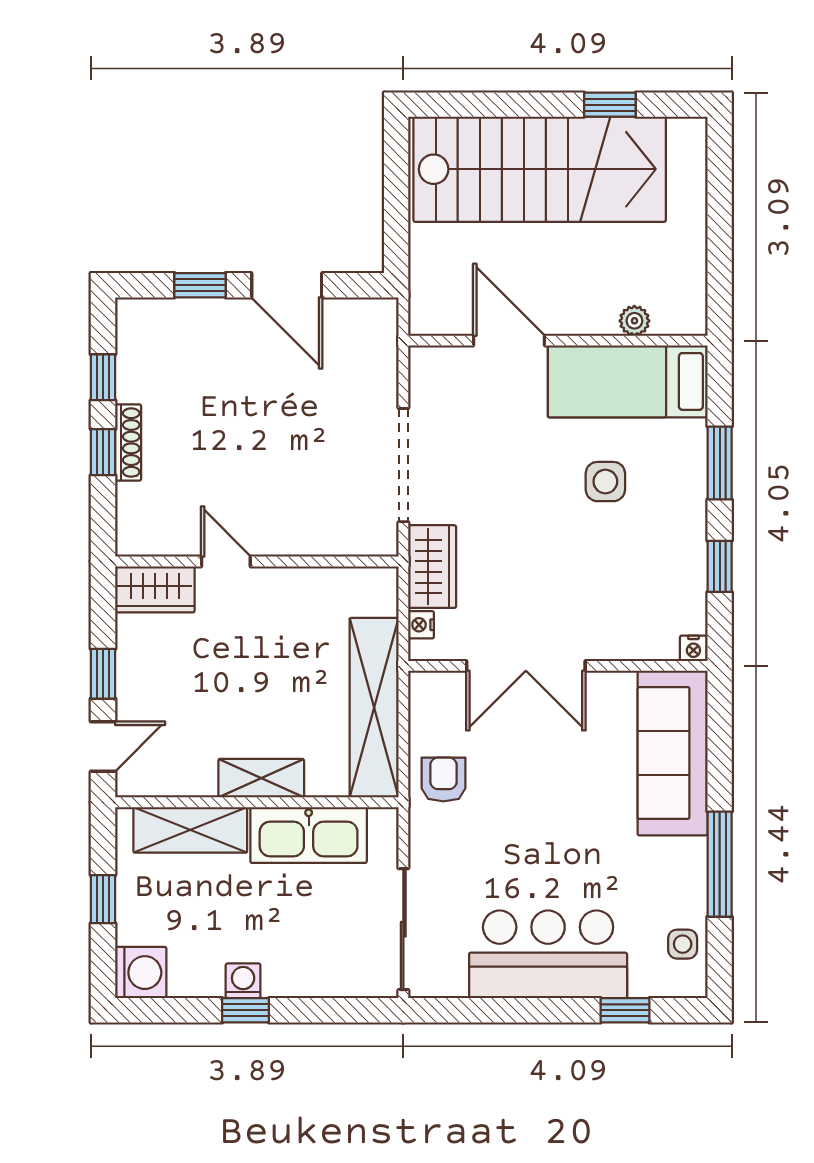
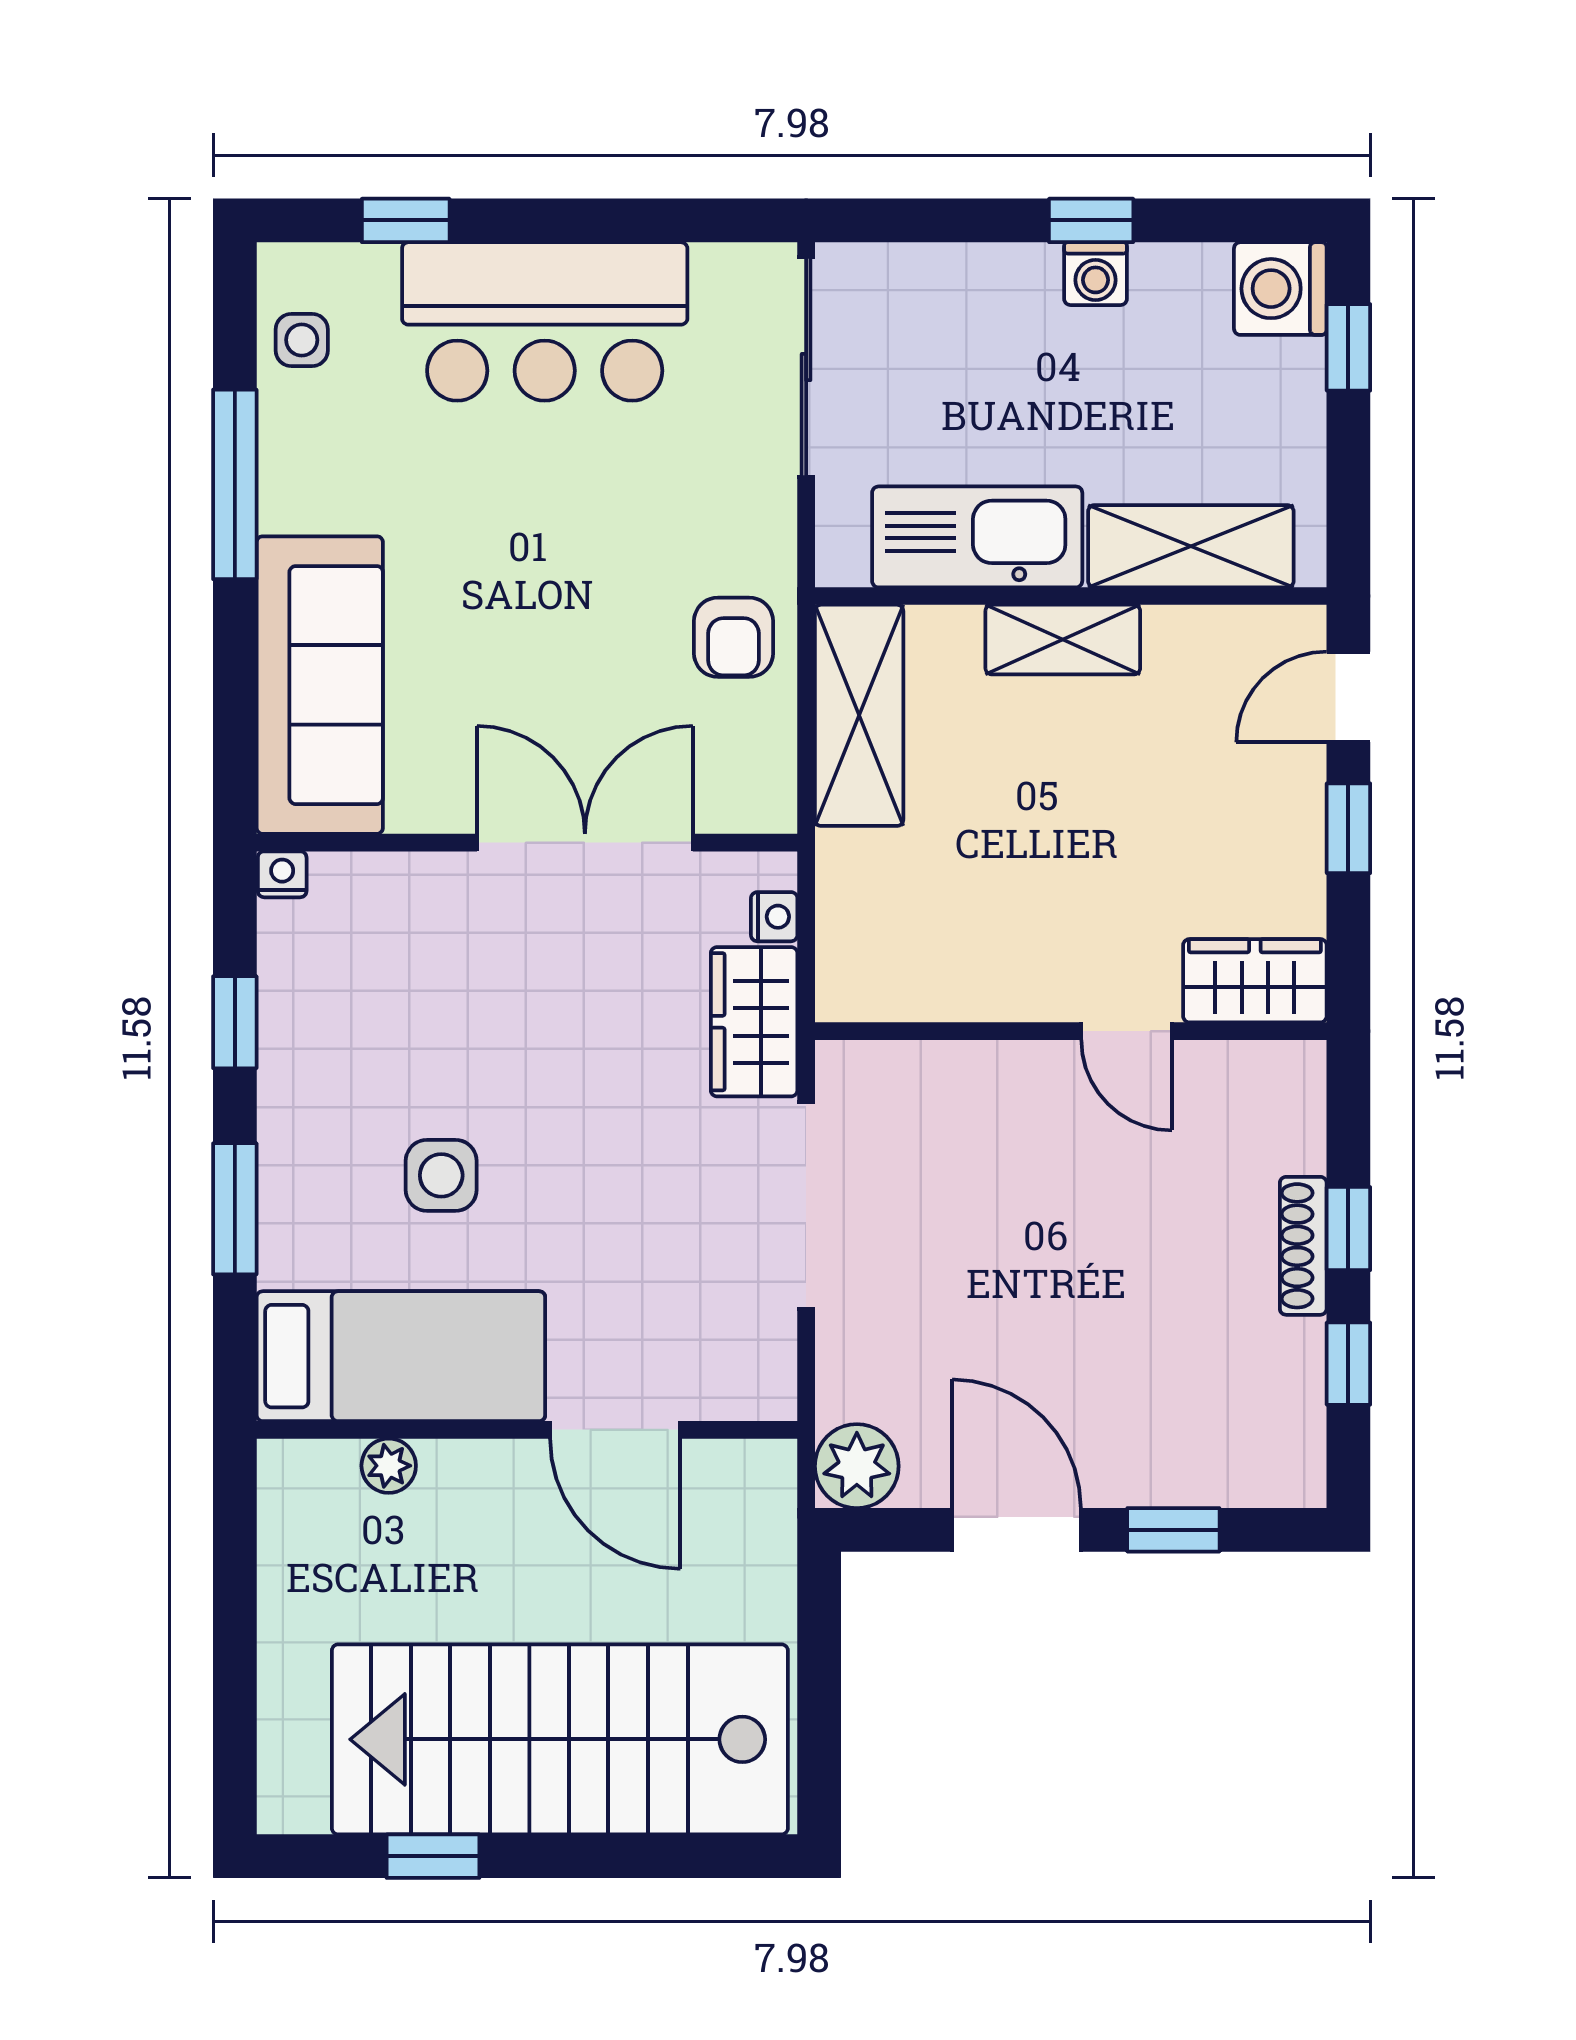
plant: (375, 321) -> (857, 1466), added
shelving: (374, 708) -> (859, 715), width x0.68
window: (103, 899) -> (1348, 347), moved

